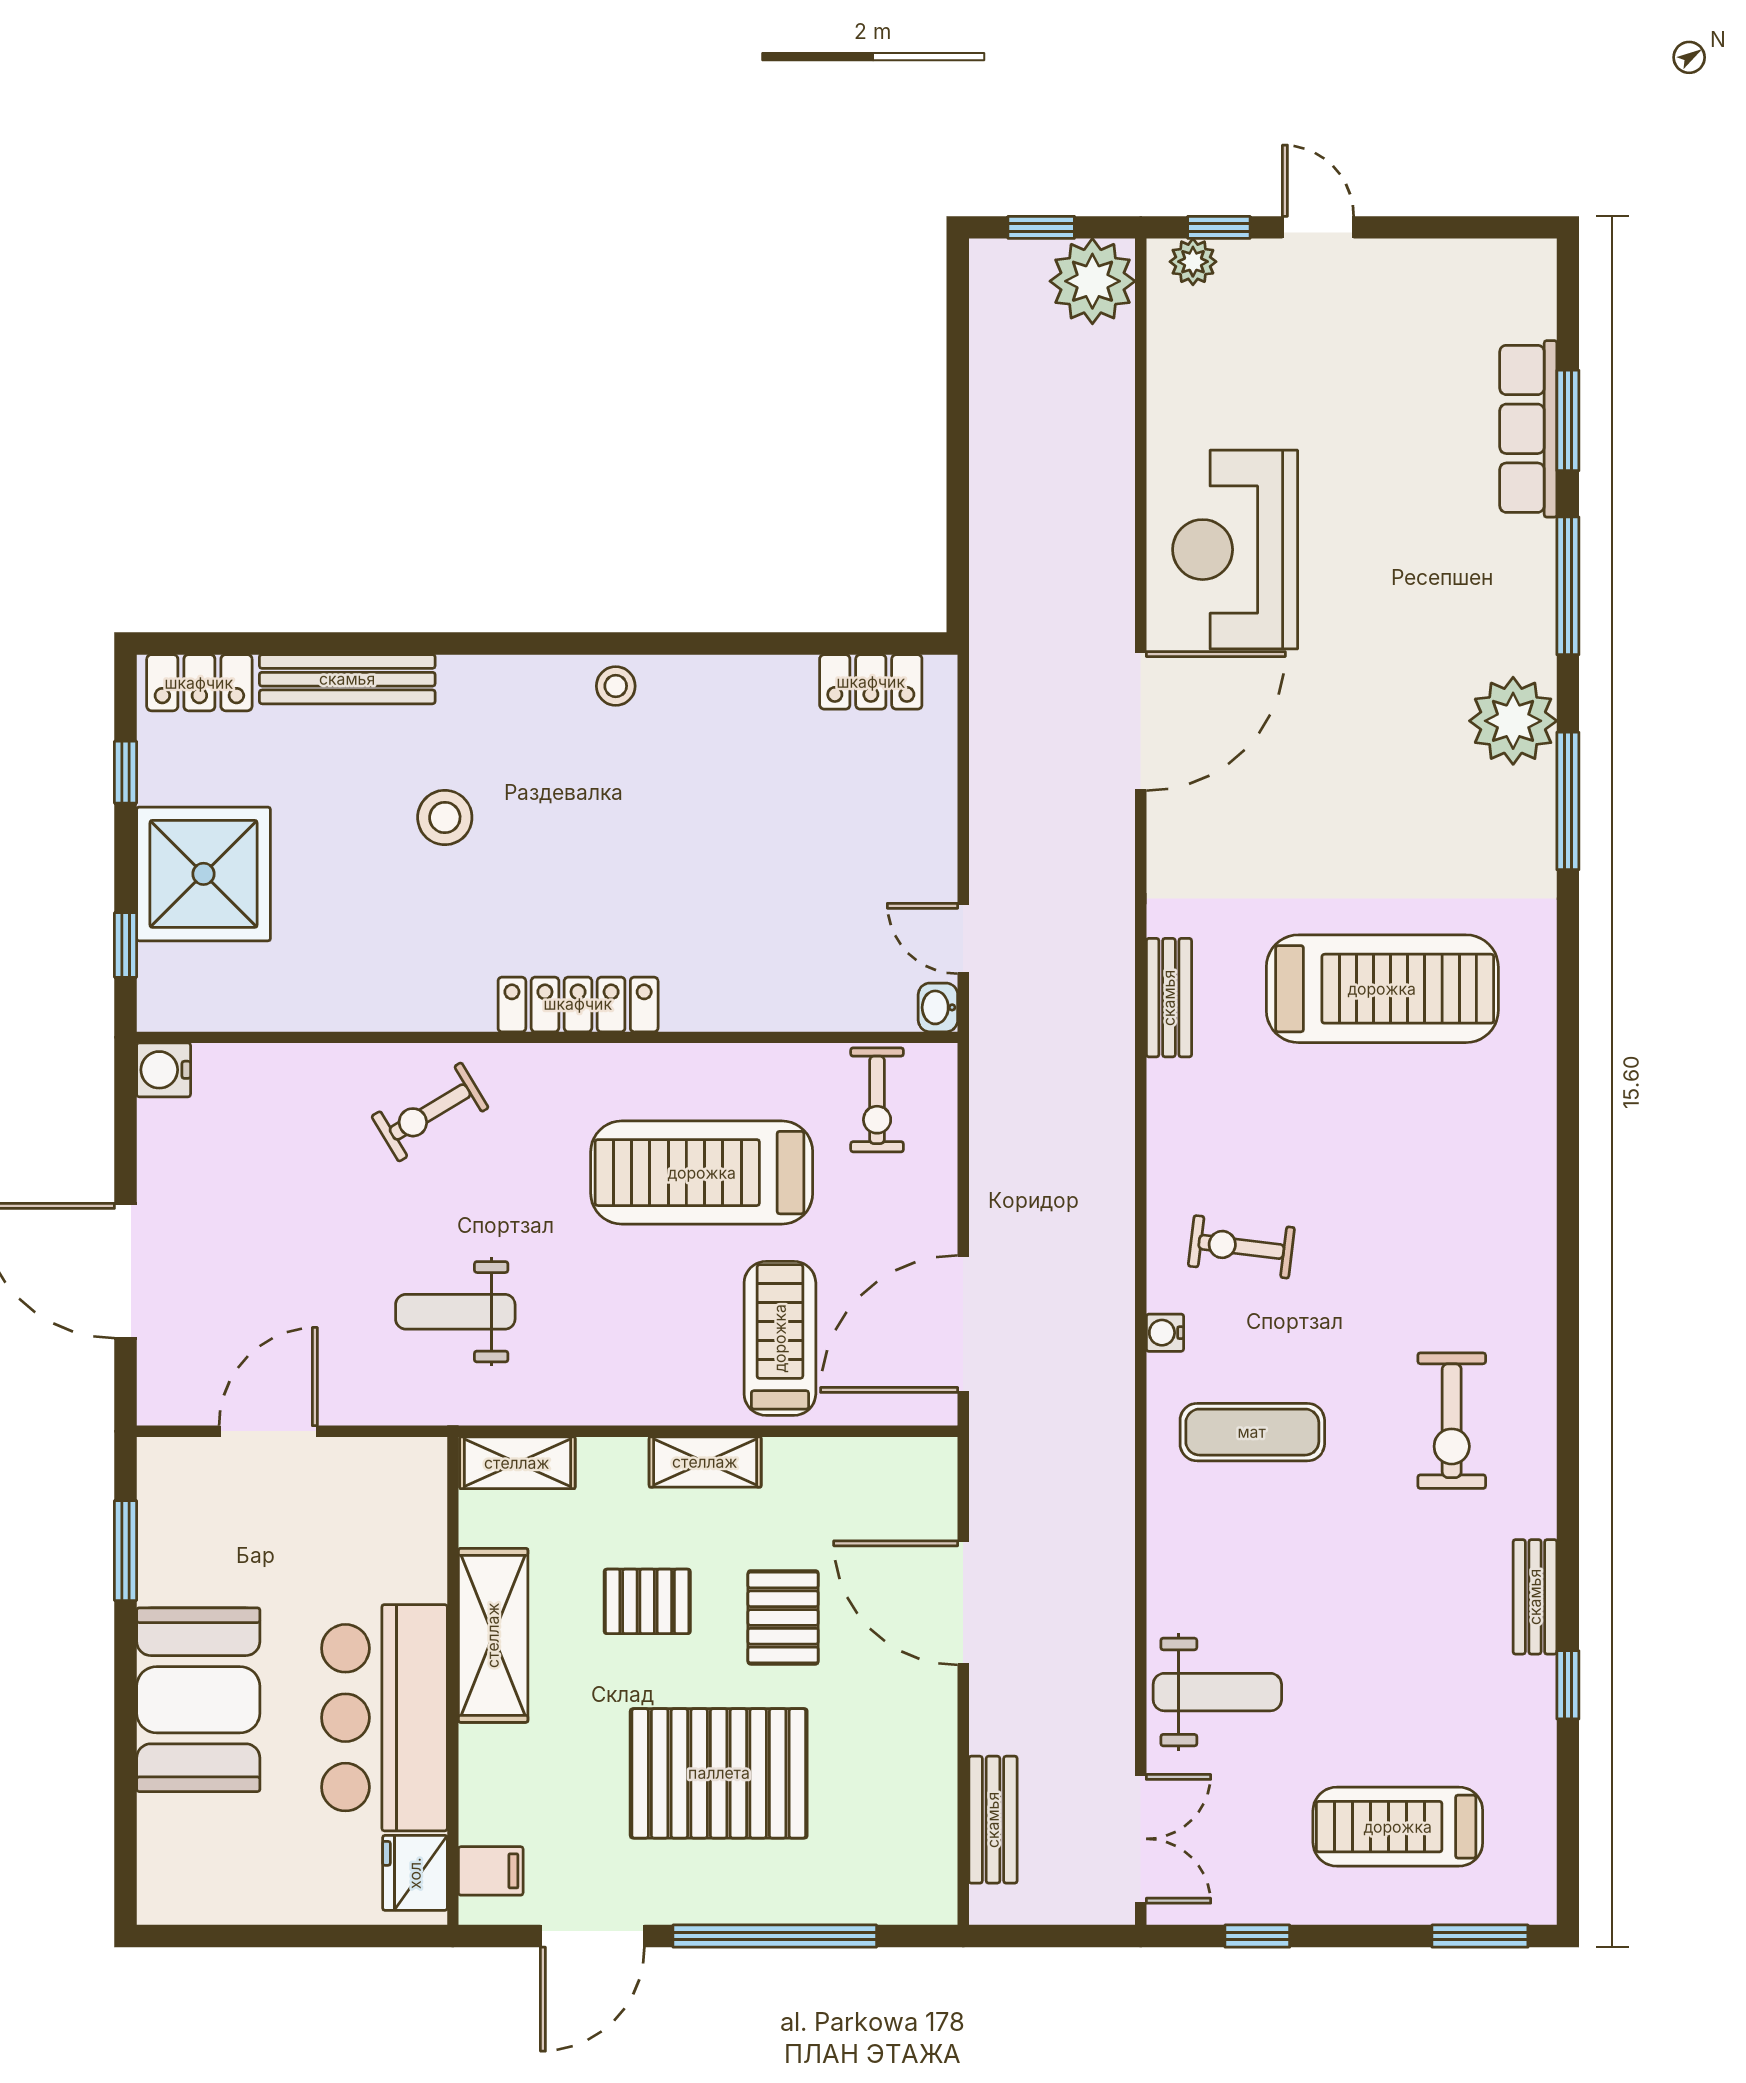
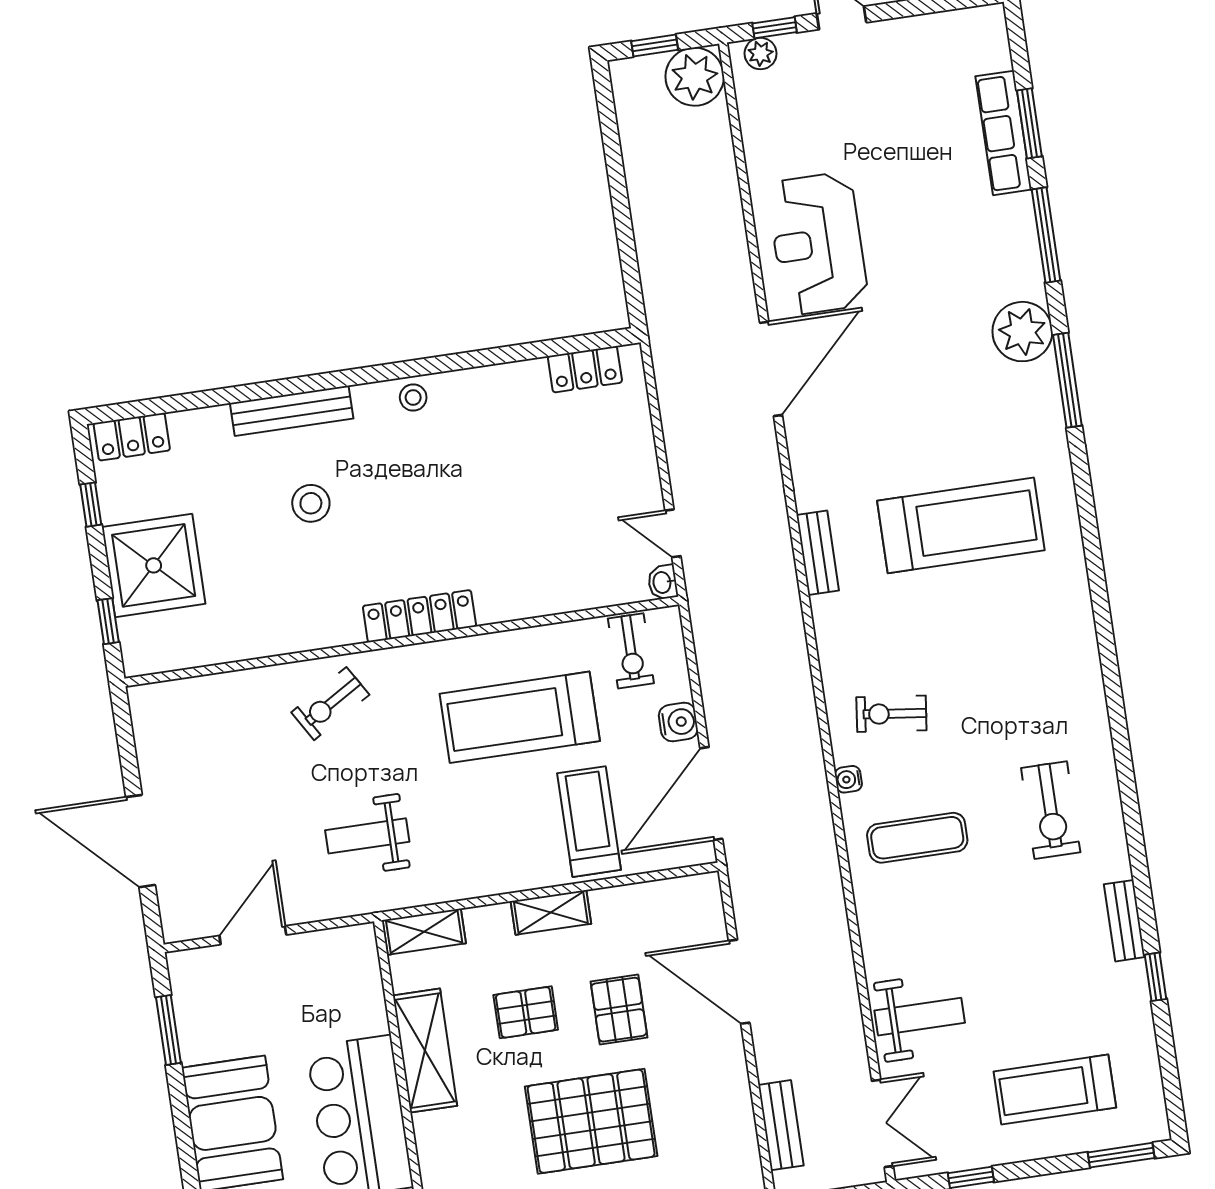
bench: (347, 679) -> (292, 411), moved
water cooler: (164, 1070) -> (678, 722), moved, turned 180

